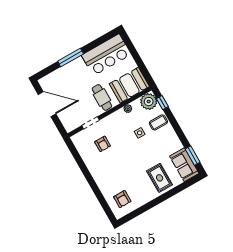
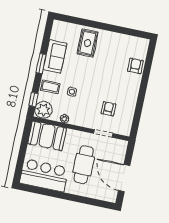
window: (71, 58) -> (74, 198), removed
cafe table: (102, 97) -> (84, 165), moved, width x1.37, depth x1.35
window: (193, 156) -> (41, 63), moved
sofa: (184, 165) -> (55, 56), moved
armchair: (122, 199) -> (135, 66), moved

